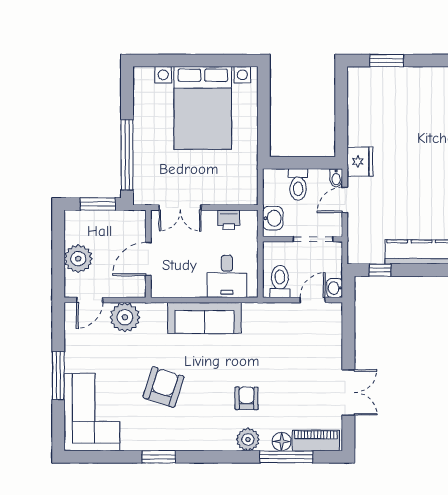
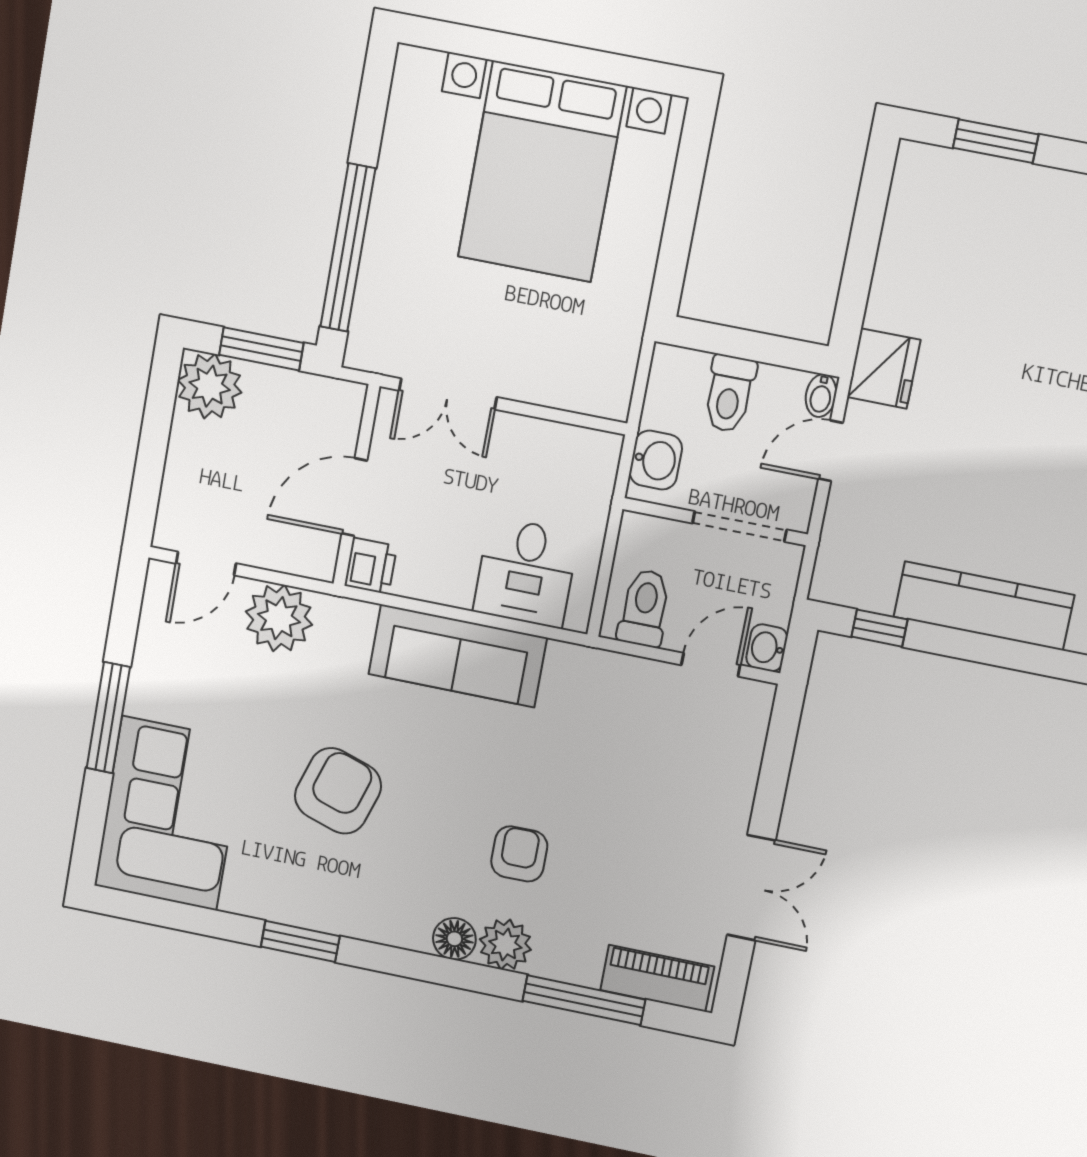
printer: (229, 220) -> (371, 566), moved, turned -90
plant: (78, 259) -> (210, 386), moved
floor lamp: (282, 442) -> (454, 939), moved

